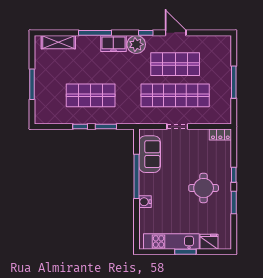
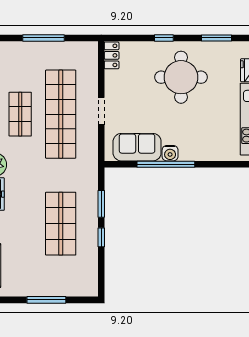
shop shelf: (175, 64) -> (20, 114), width x0.70, depth x0.74
round table: (204, 188) -> (181, 77), width x1.36, depth x1.36
water cooler: (145, 202) -> (170, 153), moved
window: (234, 203) -> (217, 38), moved

